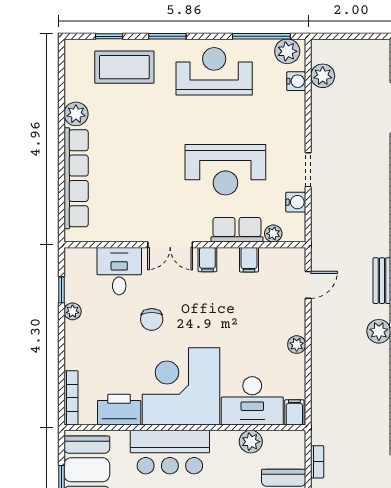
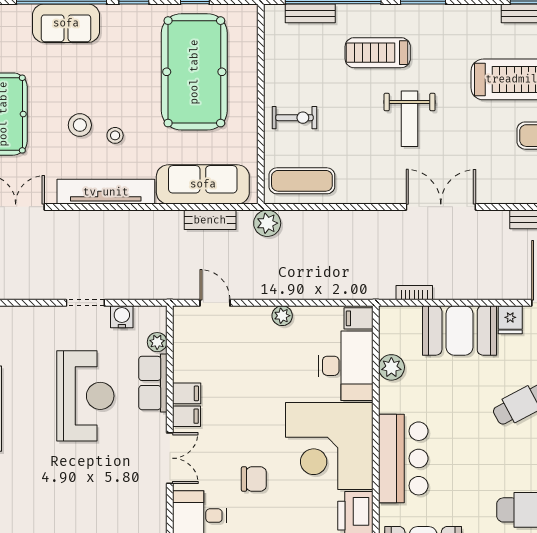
filing cabinet: (249, 260) -> (187, 393), moved

